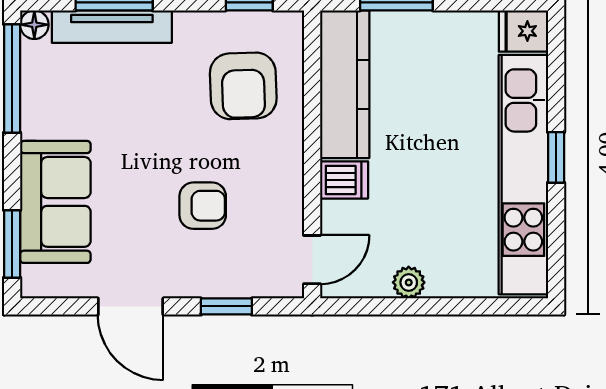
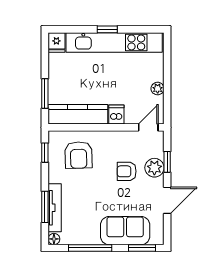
window: (12, 78) -> (90, 248), moved
armchair: (243, 86) -> (79, 155), turned 90
armchair: (203, 206) -> (127, 171), turned -90
door: (312, 260) -> (148, 127), hinge flipped
plant: (212, 275) -> (154, 168), added

